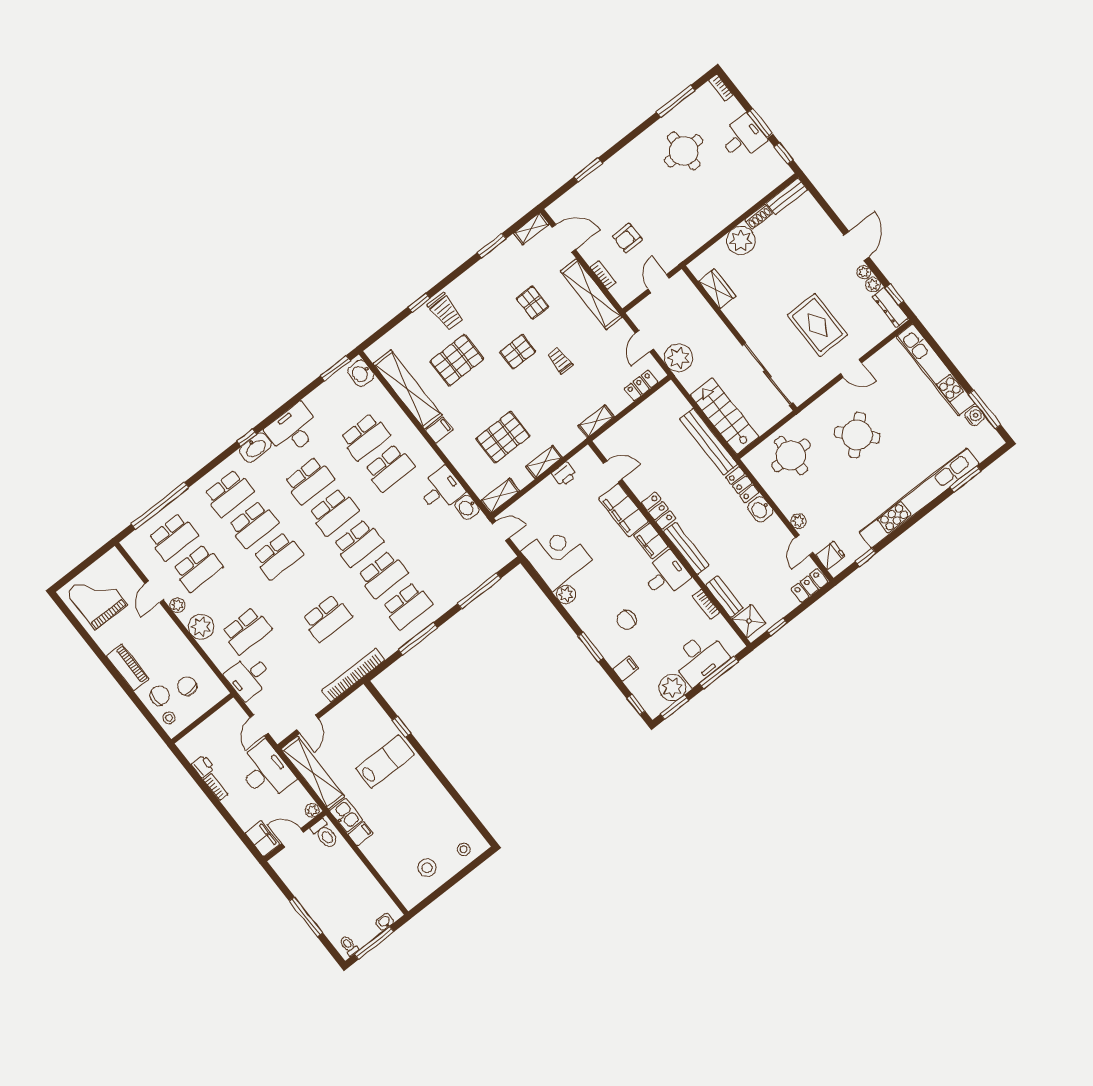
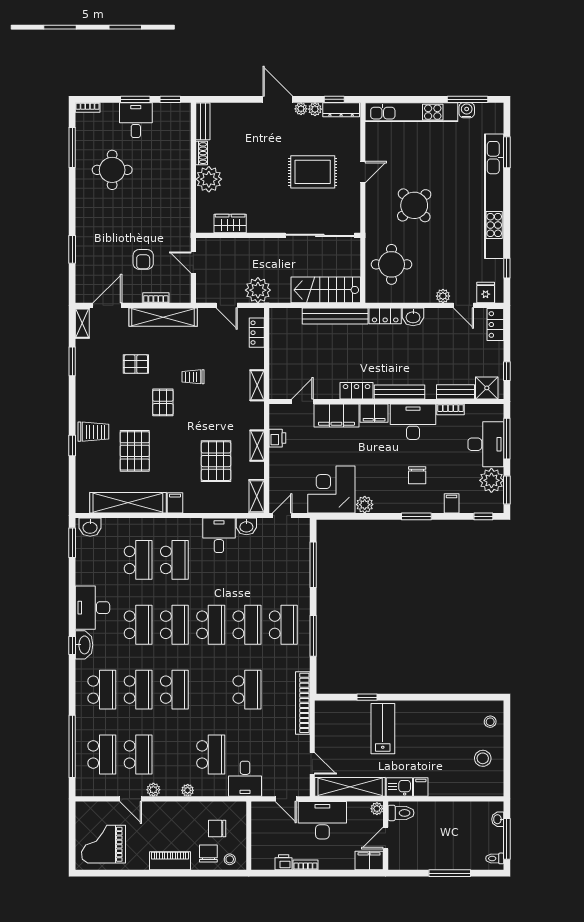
desk: (666, 575) -> (413, 422), width x1.37
plant: (201, 627) -> (188, 790), width x0.53, depth x0.53

